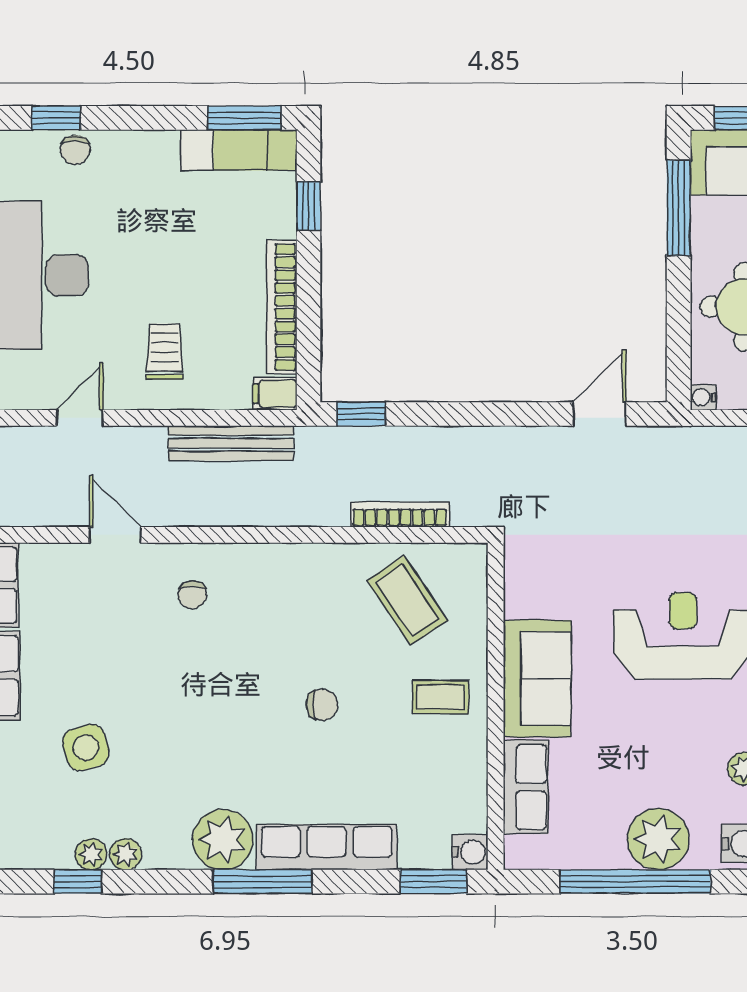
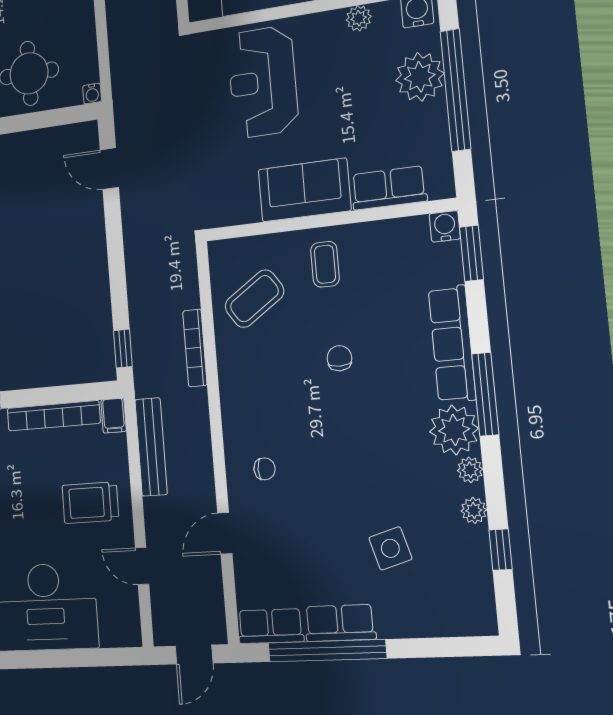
trolley: (165, 351) -> (90, 503), width x1.36, depth x1.39
bookcase: (400, 514) -> (195, 348), moved
plant: (91, 854) -> (470, 470), moved

